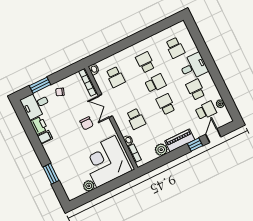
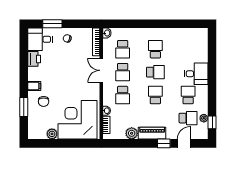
school desk: (175, 48) -> (123, 72), moved
window: (230, 104) -> (212, 122), added
chair: (87, 123) -> (44, 101), moved
filing cabinet: (45, 137) -> (34, 86), moved

